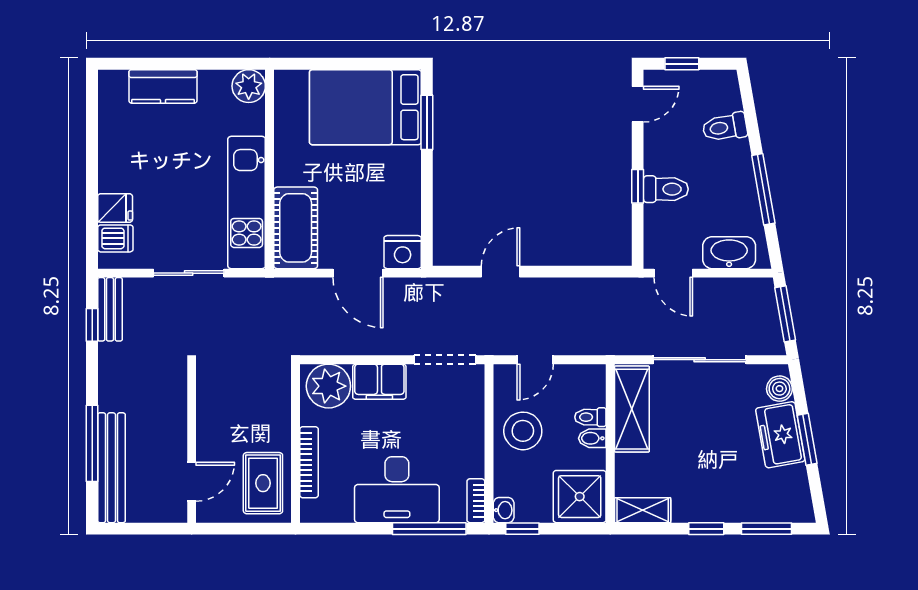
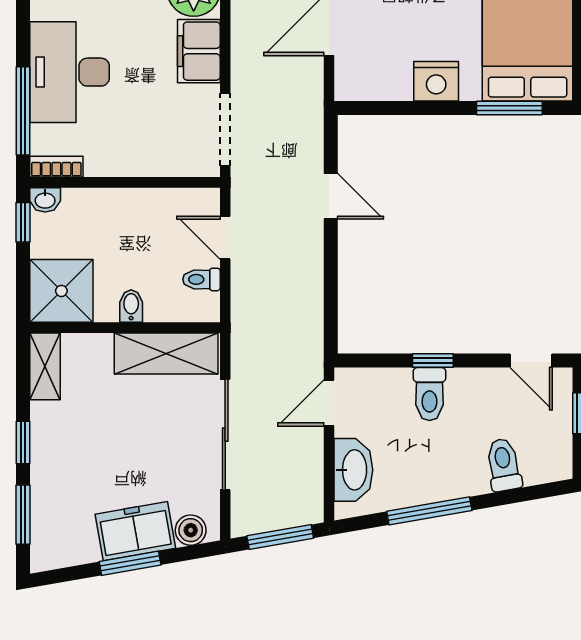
nightstand: (403, 252) -> (436, 81), moved, turned -90
toilet: (590, 417) -> (201, 279), moved, turned -90
stool: (523, 431) -> (140, 223), removed

